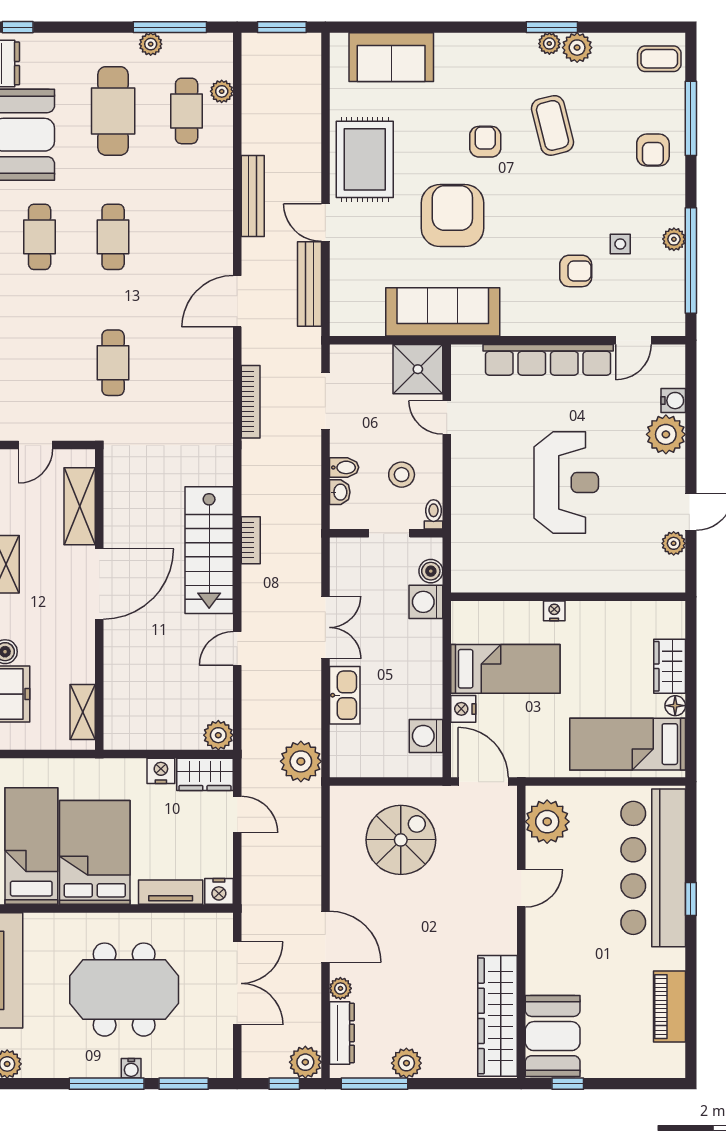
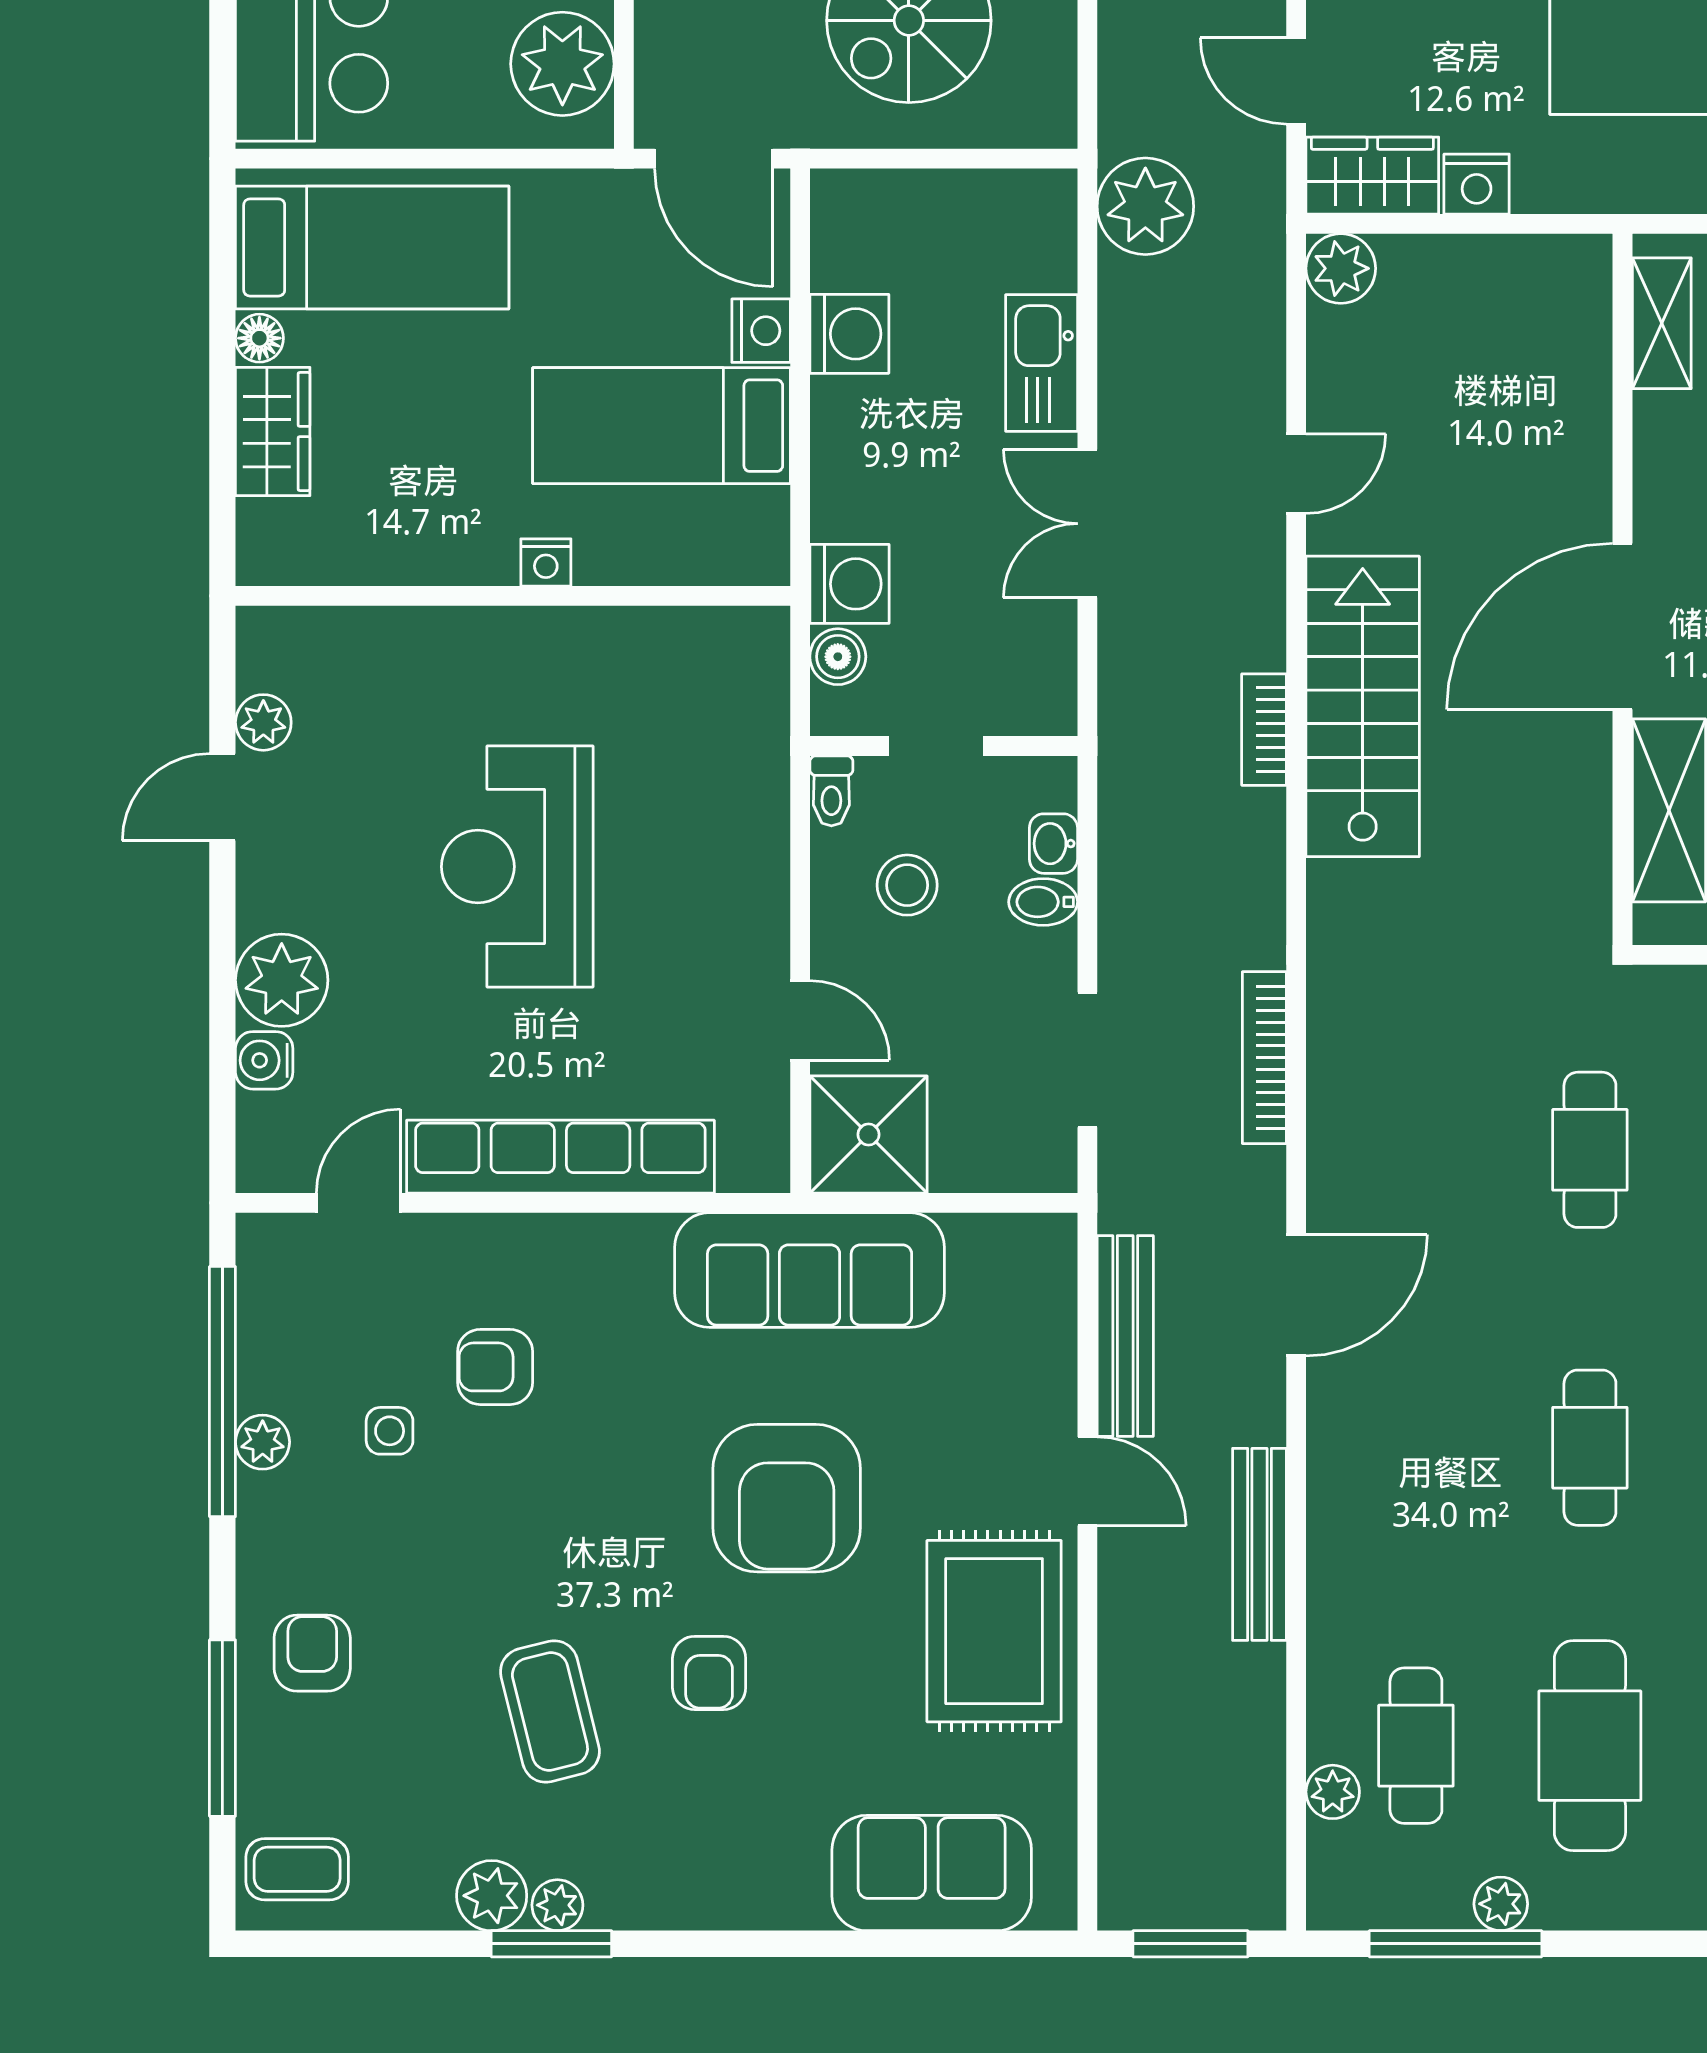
washing machine: (426, 736) -> (849, 334), moved

